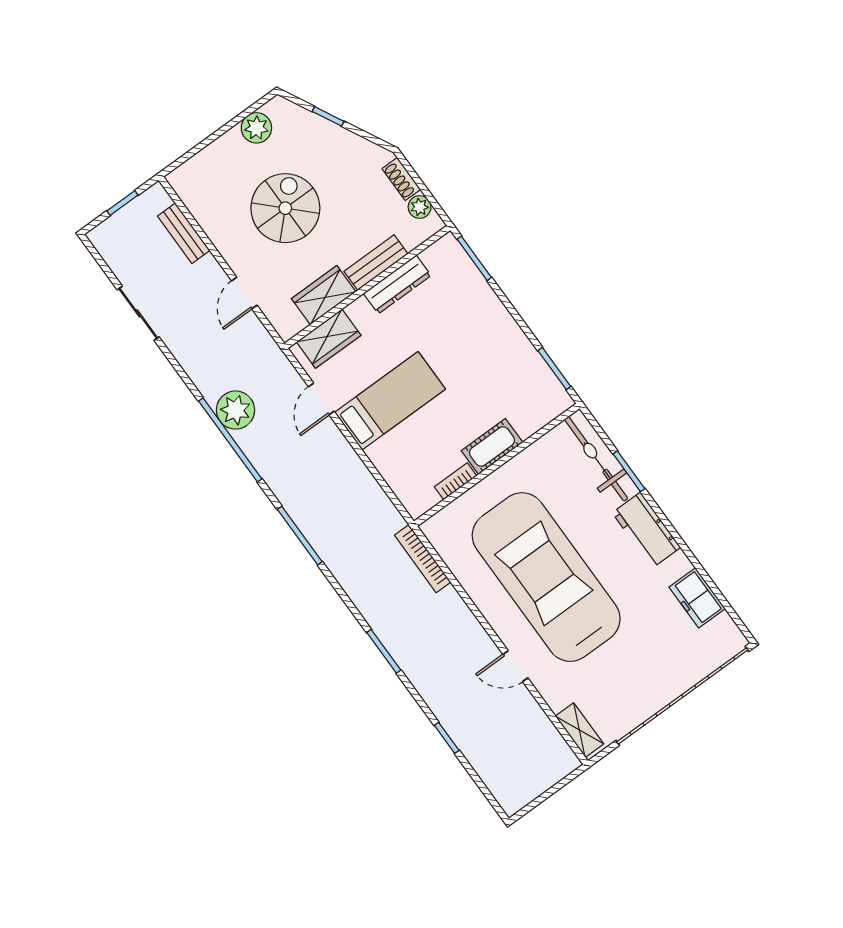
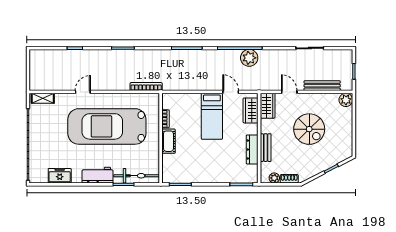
plant: (256, 128) -> (346, 100), moved
bench: (184, 233) -> (322, 86), width x1.36
wardrobe: (324, 295) -> (268, 106), moved
car: (546, 577) -> (107, 126), turned 180

